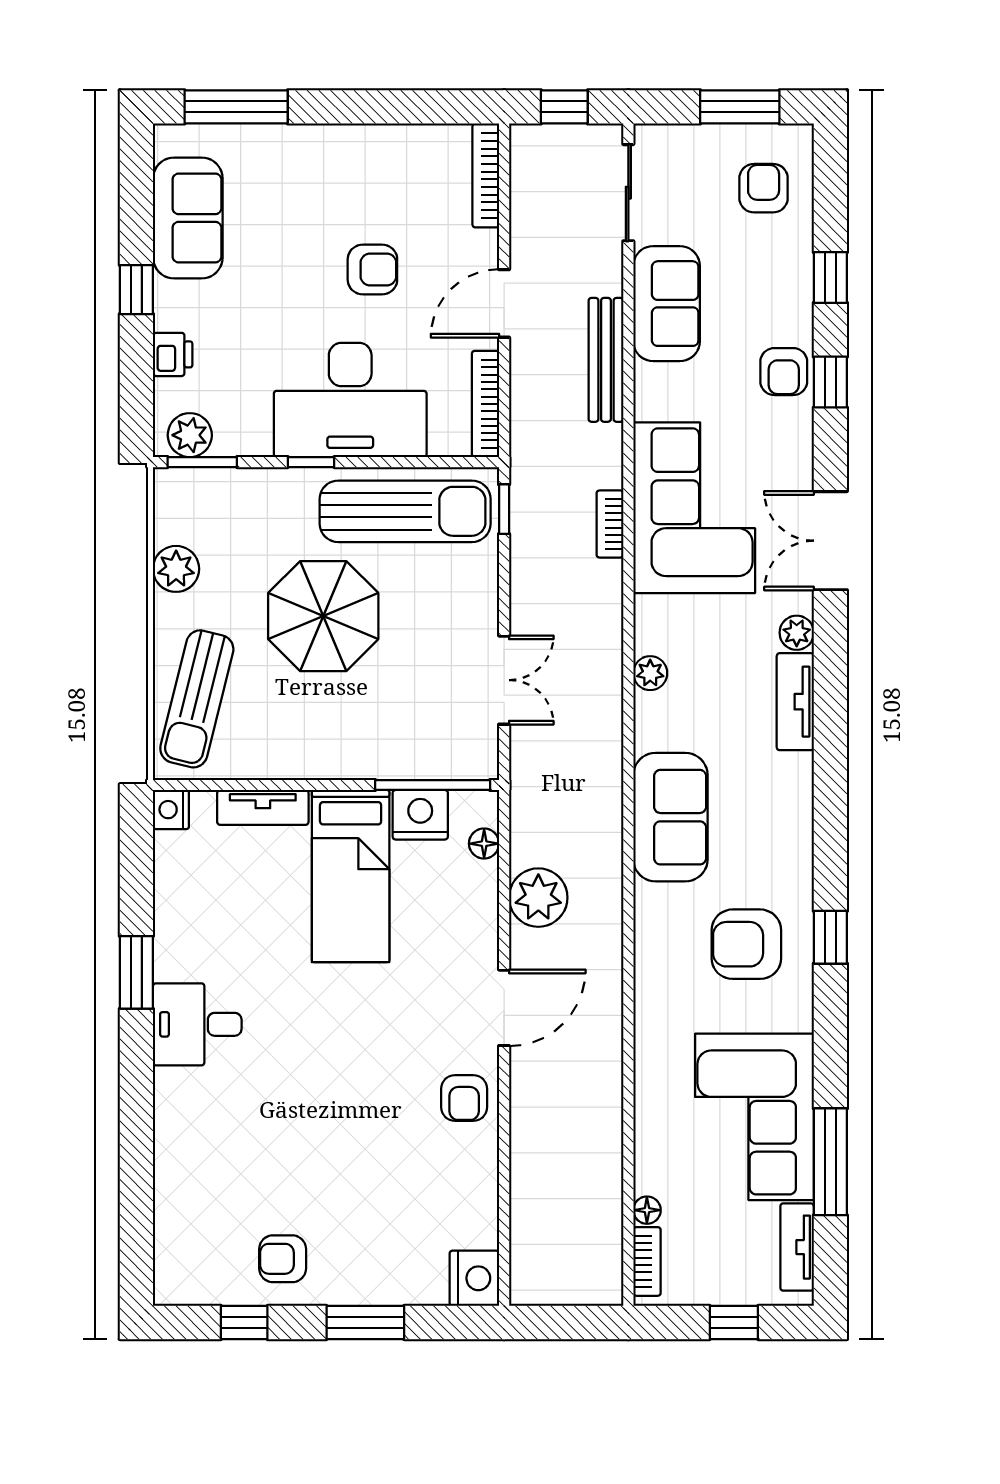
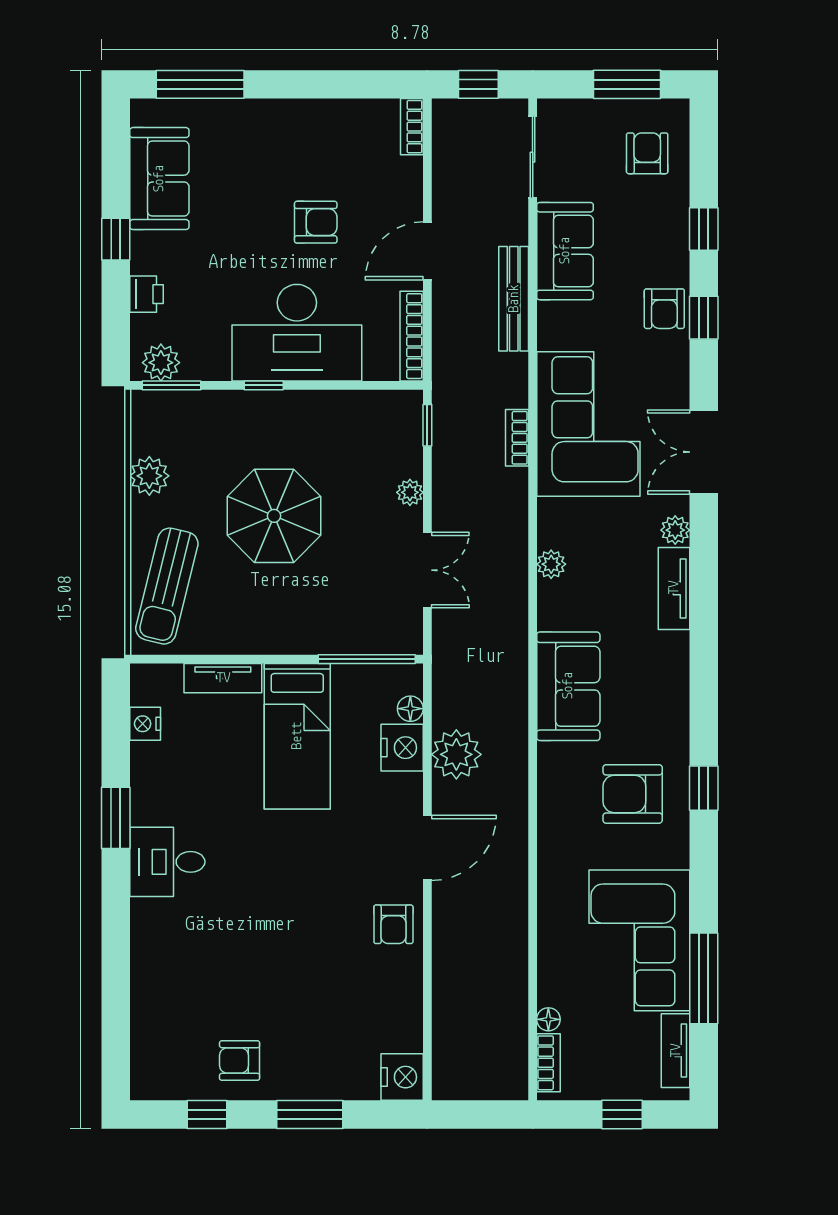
bookcase: (486, 175) -> (412, 127), width x0.64
sun lounger: (405, 511) -> (343, 427), removed
plant: (484, 588) -> (410, 492), added
nightstand: (171, 810) -> (145, 724), moved
nightstand: (420, 815) -> (402, 748), moved, turned 90

